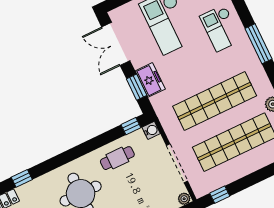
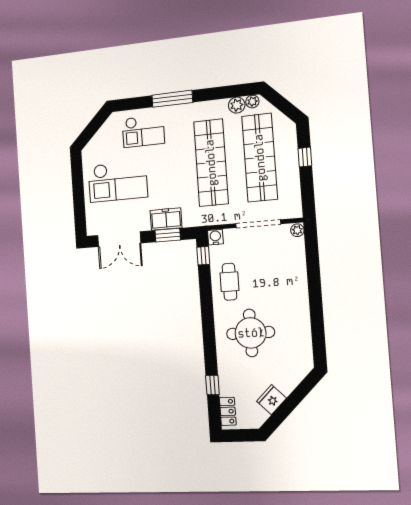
window: (220, 195) -> (305, 157), moved

